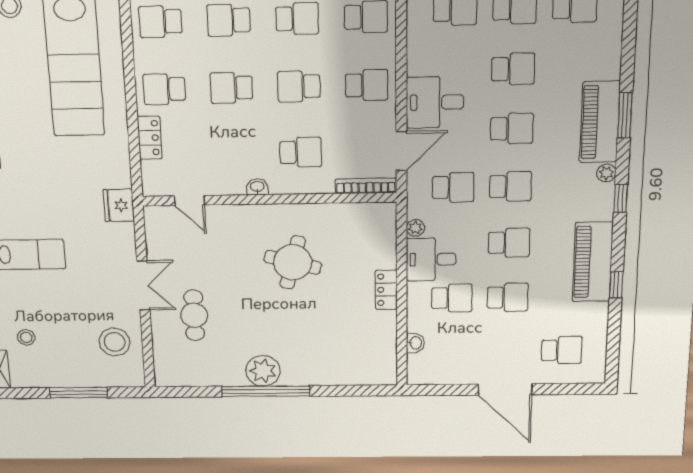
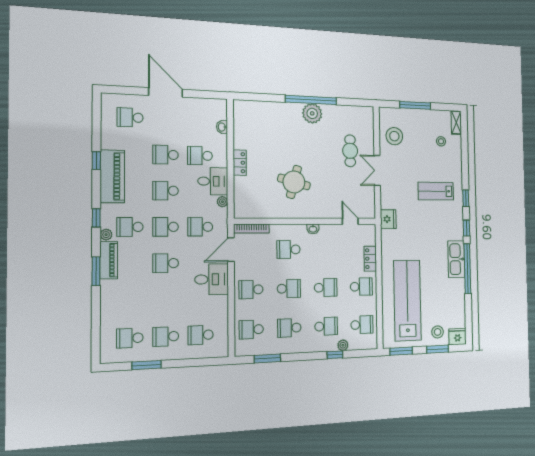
school desk: (513, 69) -> (130, 227), moved
piano: (600, 122) -> (109, 260), width x0.73, depth x0.75

